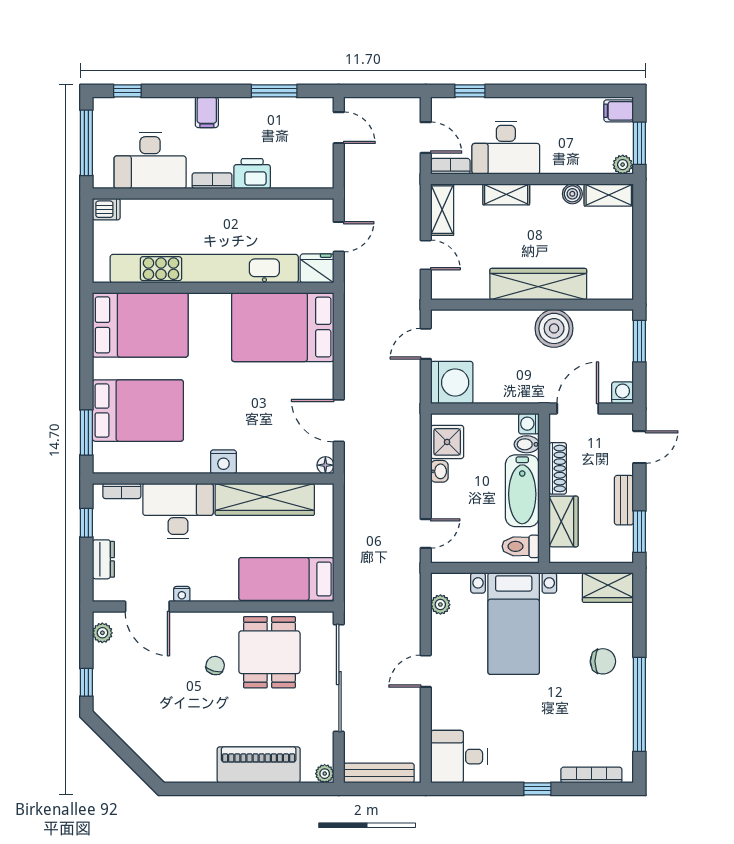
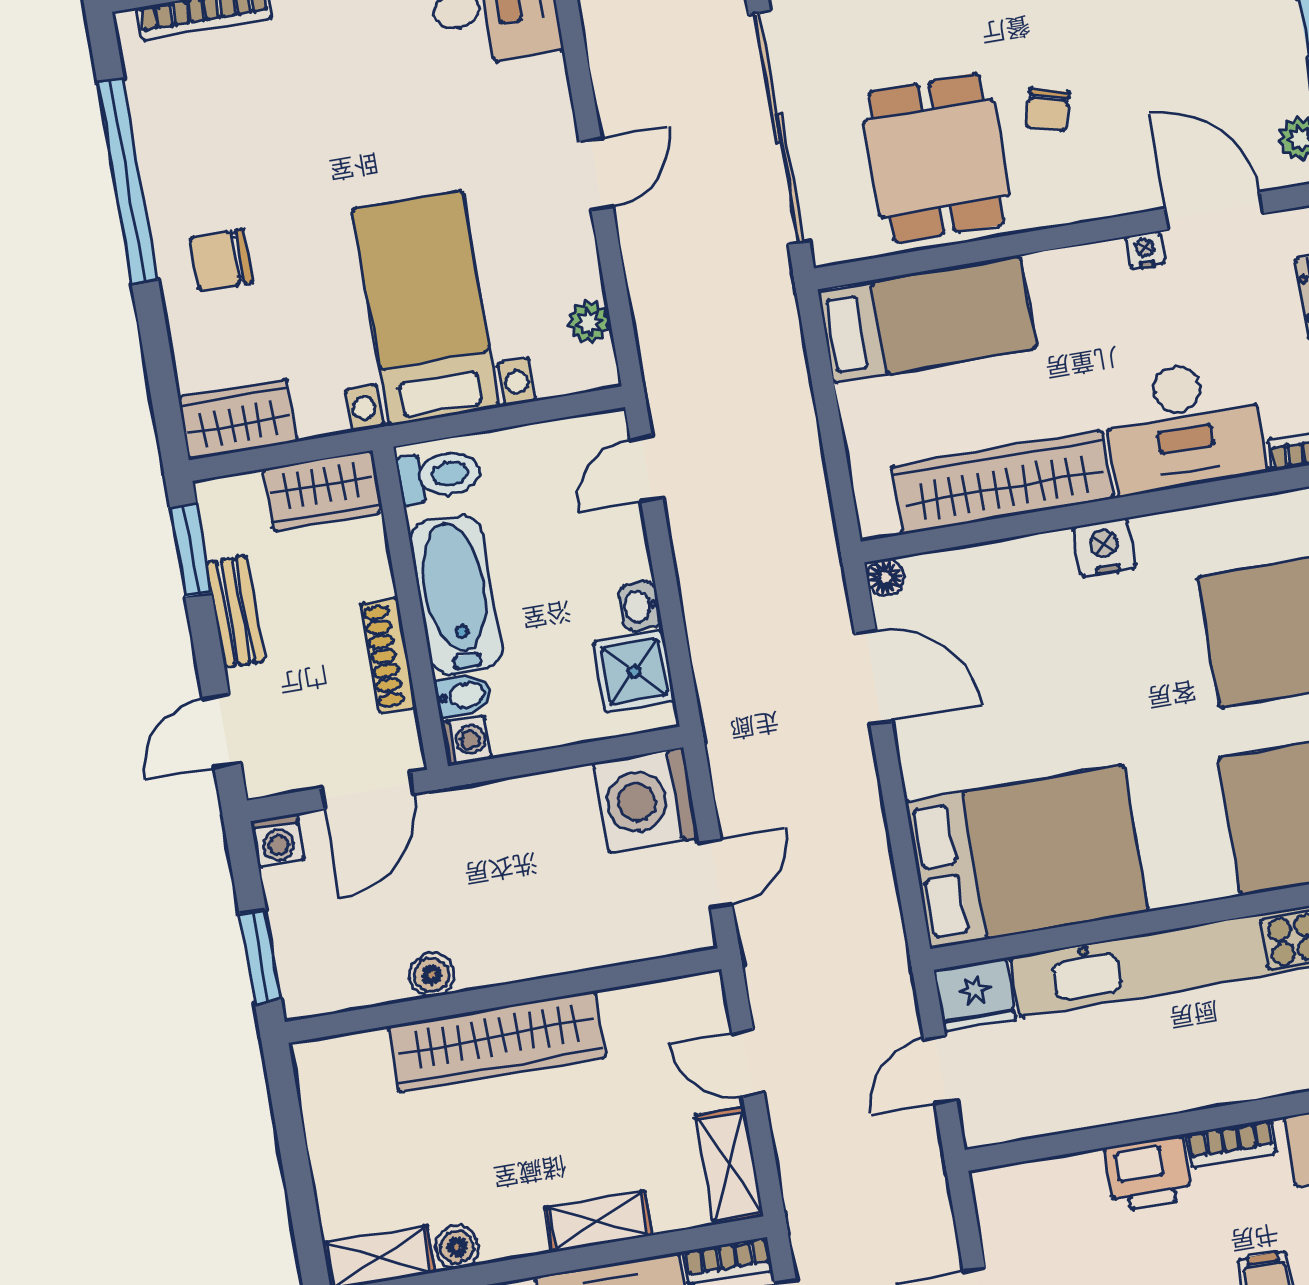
boiler: (554, 328) -> (432, 975), width x0.54, depth x0.54
wardrobe: (564, 521) -> (322, 491), moved, turned -90

